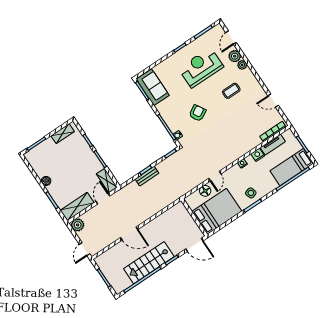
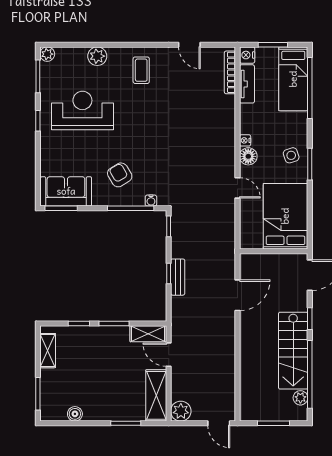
door: (231, 38) -> (70, 45), removed
plant: (242, 65) -> (47, 54), moved
reception desk: (201, 67) -> (82, 111), turned 90
coffee table: (231, 91) -> (141, 70), moved
door: (273, 101) -> (189, 45), hinge flipped
armchair: (197, 113) -> (120, 175), moved
nightstand: (258, 155) -> (247, 55), moved
boiler: (46, 181) -> (75, 414), moved
floor lamp: (205, 191) -> (248, 156), moved
door: (129, 234) -> (237, 295), moved
plant: (127, 283) -> (300, 398), added

